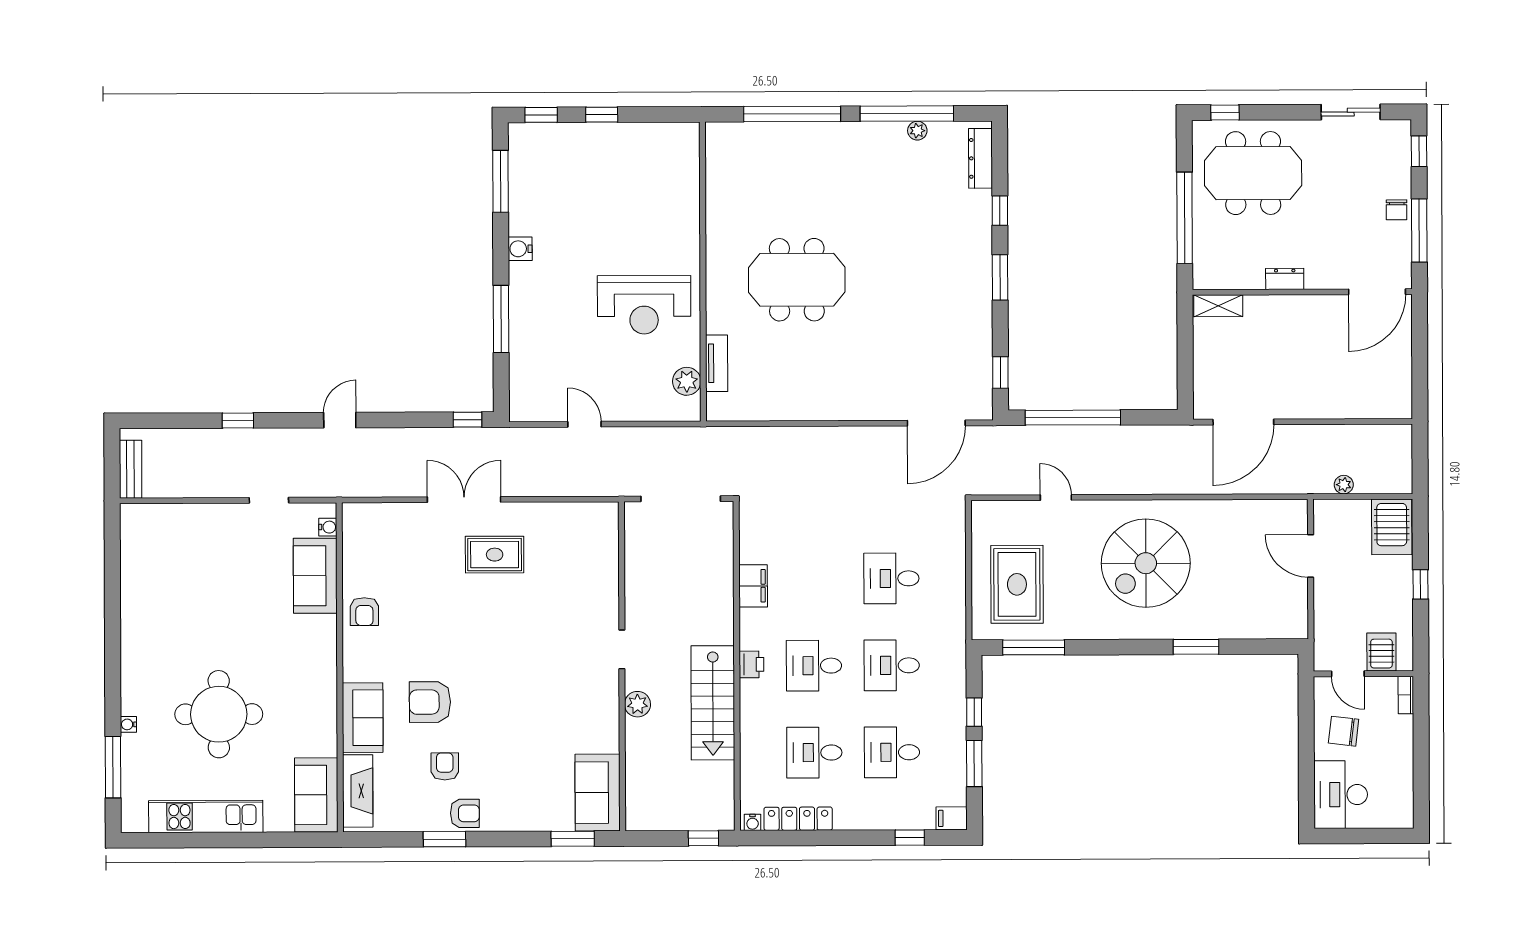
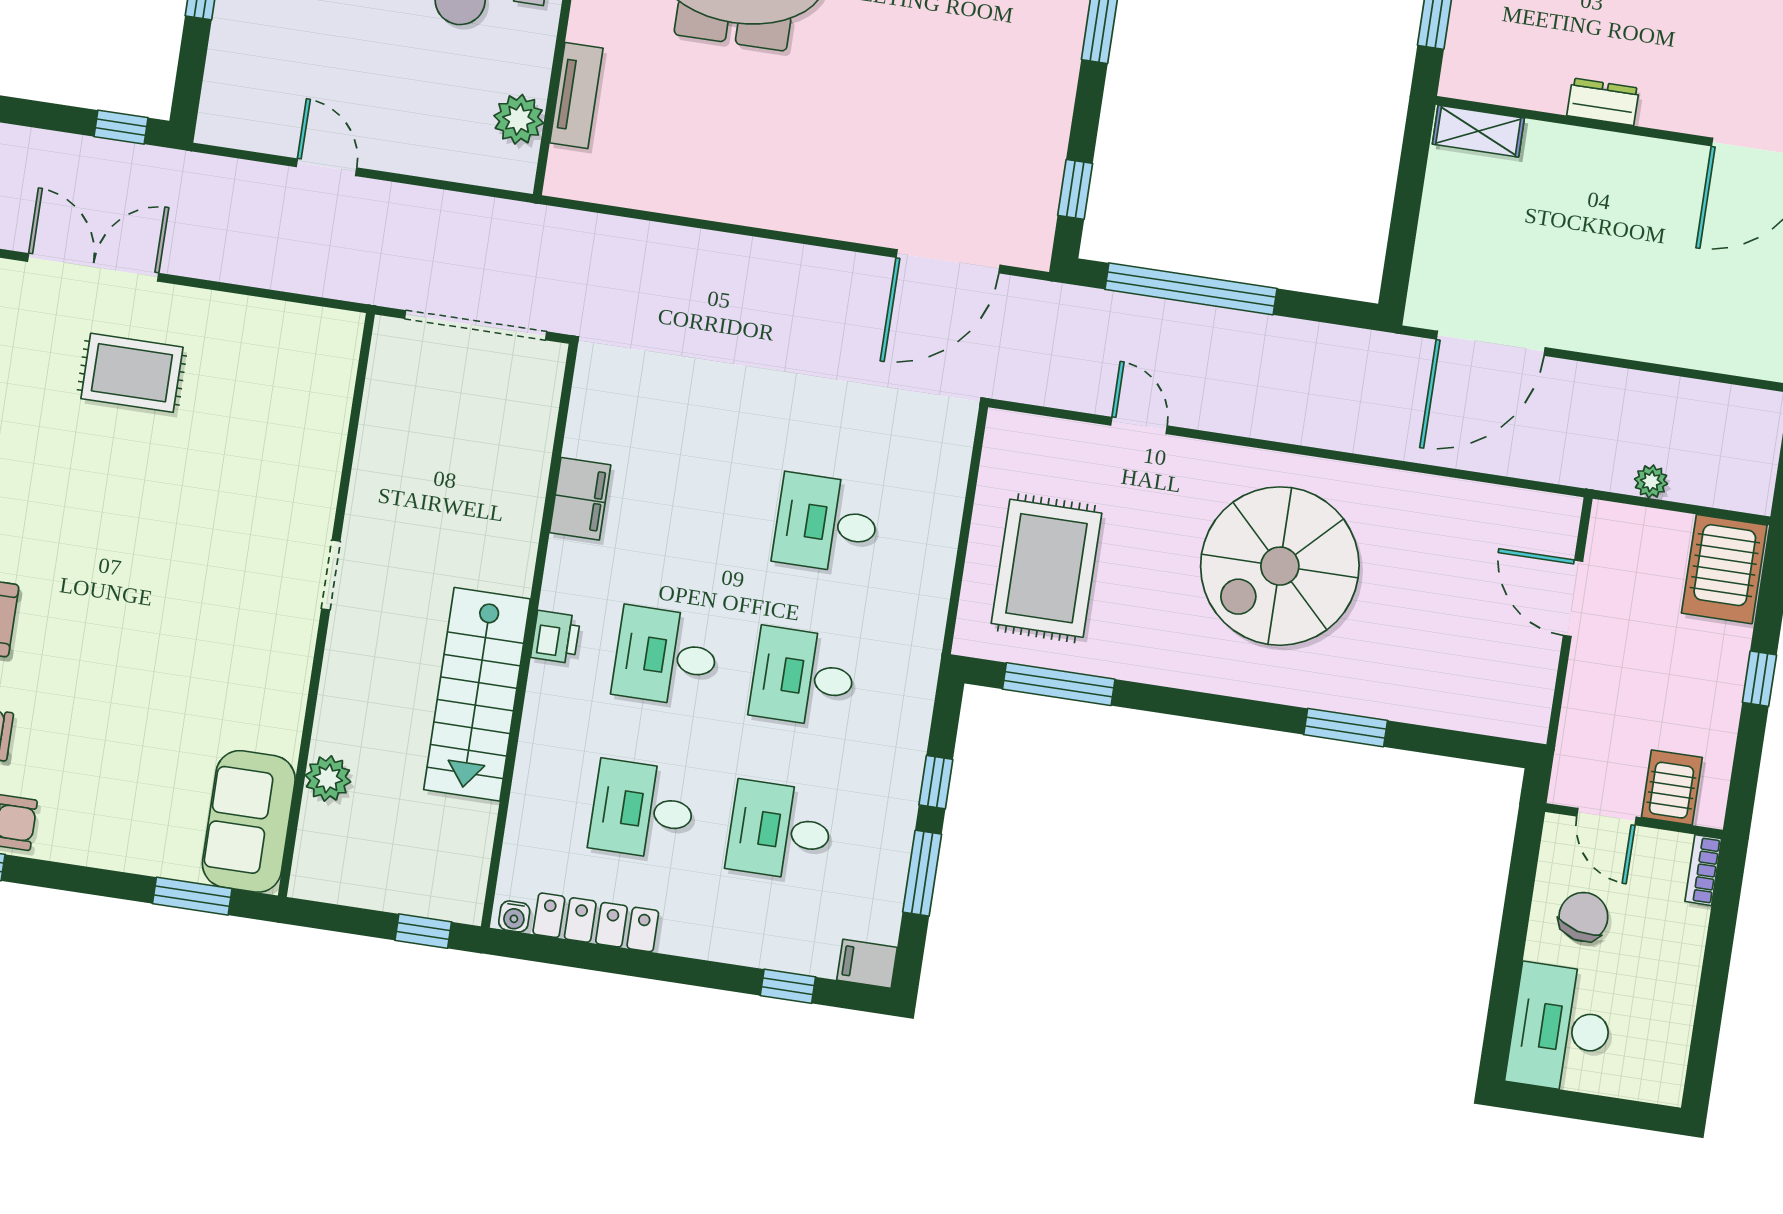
plant: (637, 704) -> (328, 778), moved
chair: (1344, 731) -> (1583, 917), turned 97

